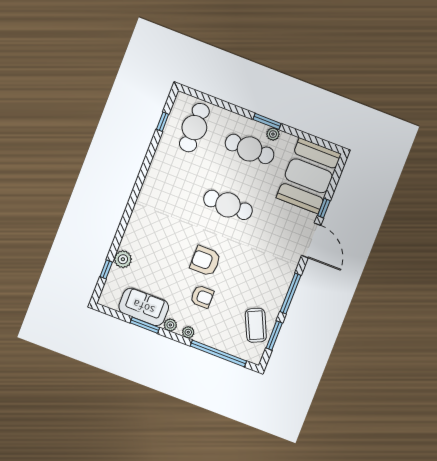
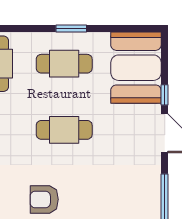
plant: (273, 134) -> (82, 39), removed
armchair: (205, 261) -> (44, 199), moved

